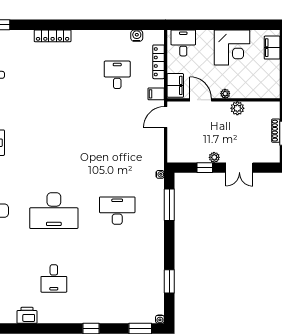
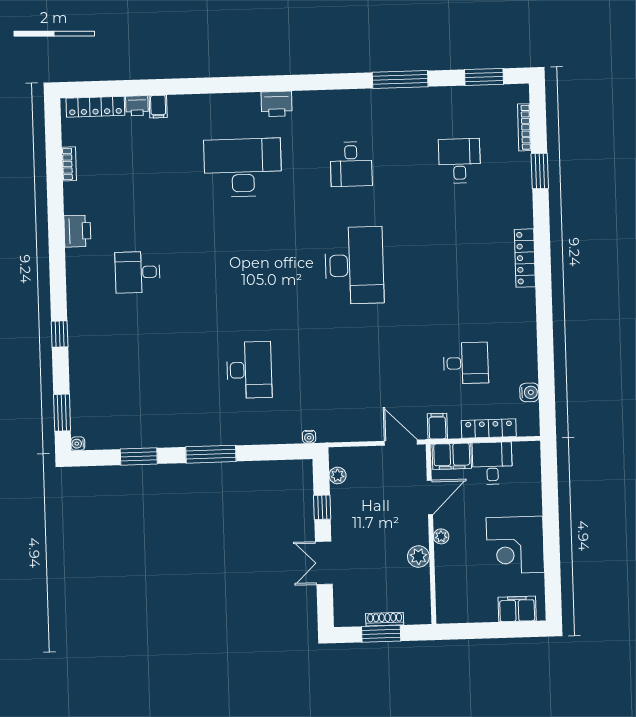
desk: (183, 43) -> (492, 463), moved, turned -90
plant: (214, 157) -> (338, 475), moved
window: (169, 205) -> (211, 454), moved
desk: (54, 211) -> (354, 265), moved, turned 180

